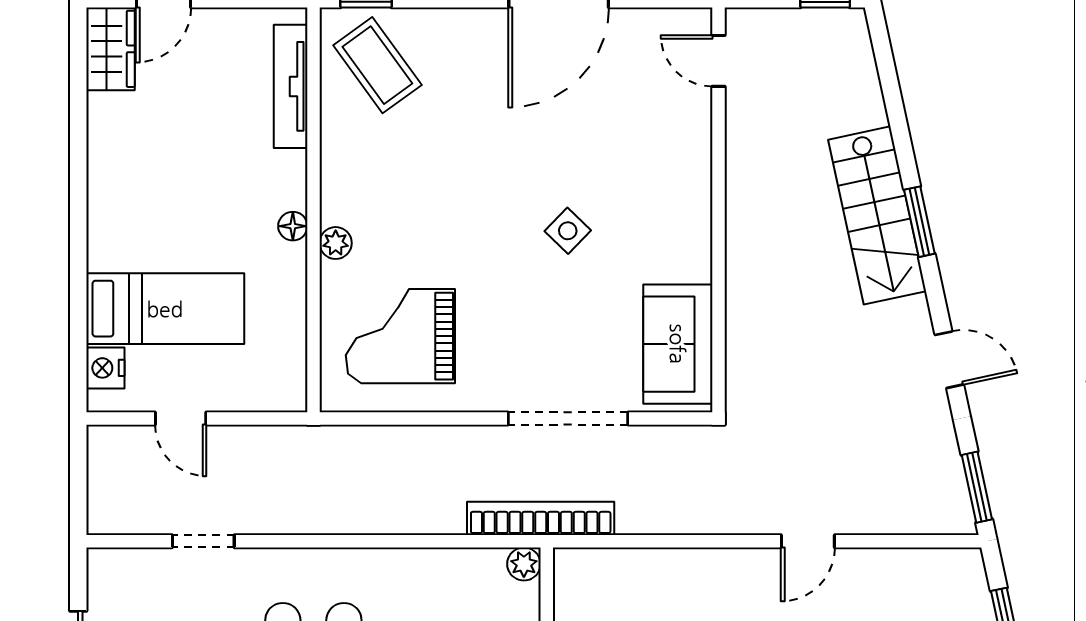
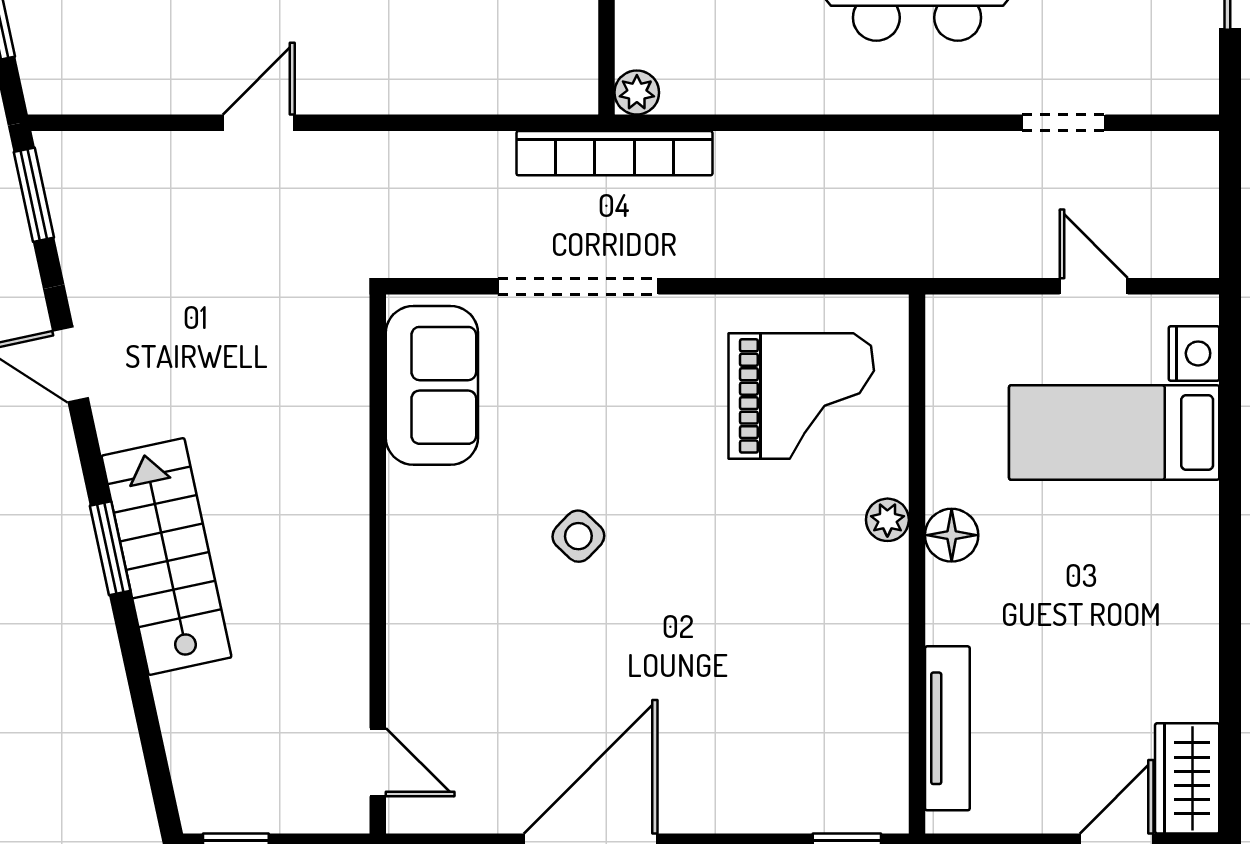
coffee table: (377, 65) -> (832, 757), removed
floor lamp: (293, 226) -> (952, 535), width x1.37, depth x1.37

